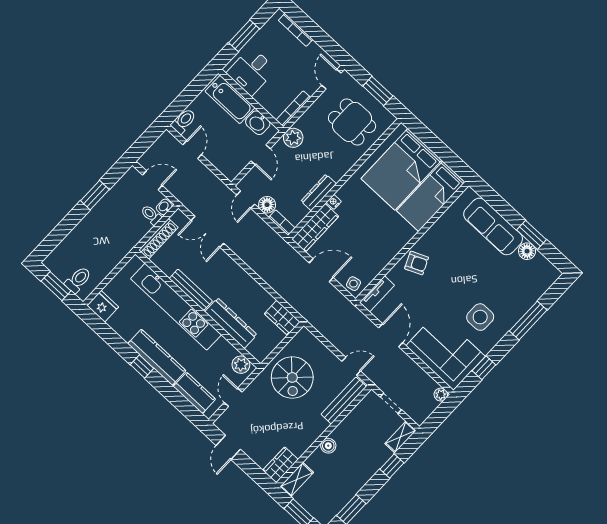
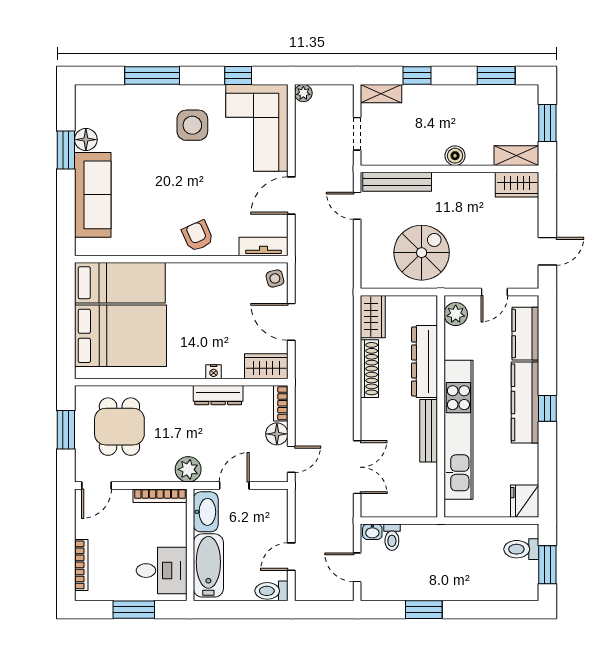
washbasin: (258, 123) -> (206, 512), width x1.38
wardrobe: (315, 228) -> (266, 366), width x0.67
shoe rack: (158, 239) -> (369, 369), moved, turned 90

